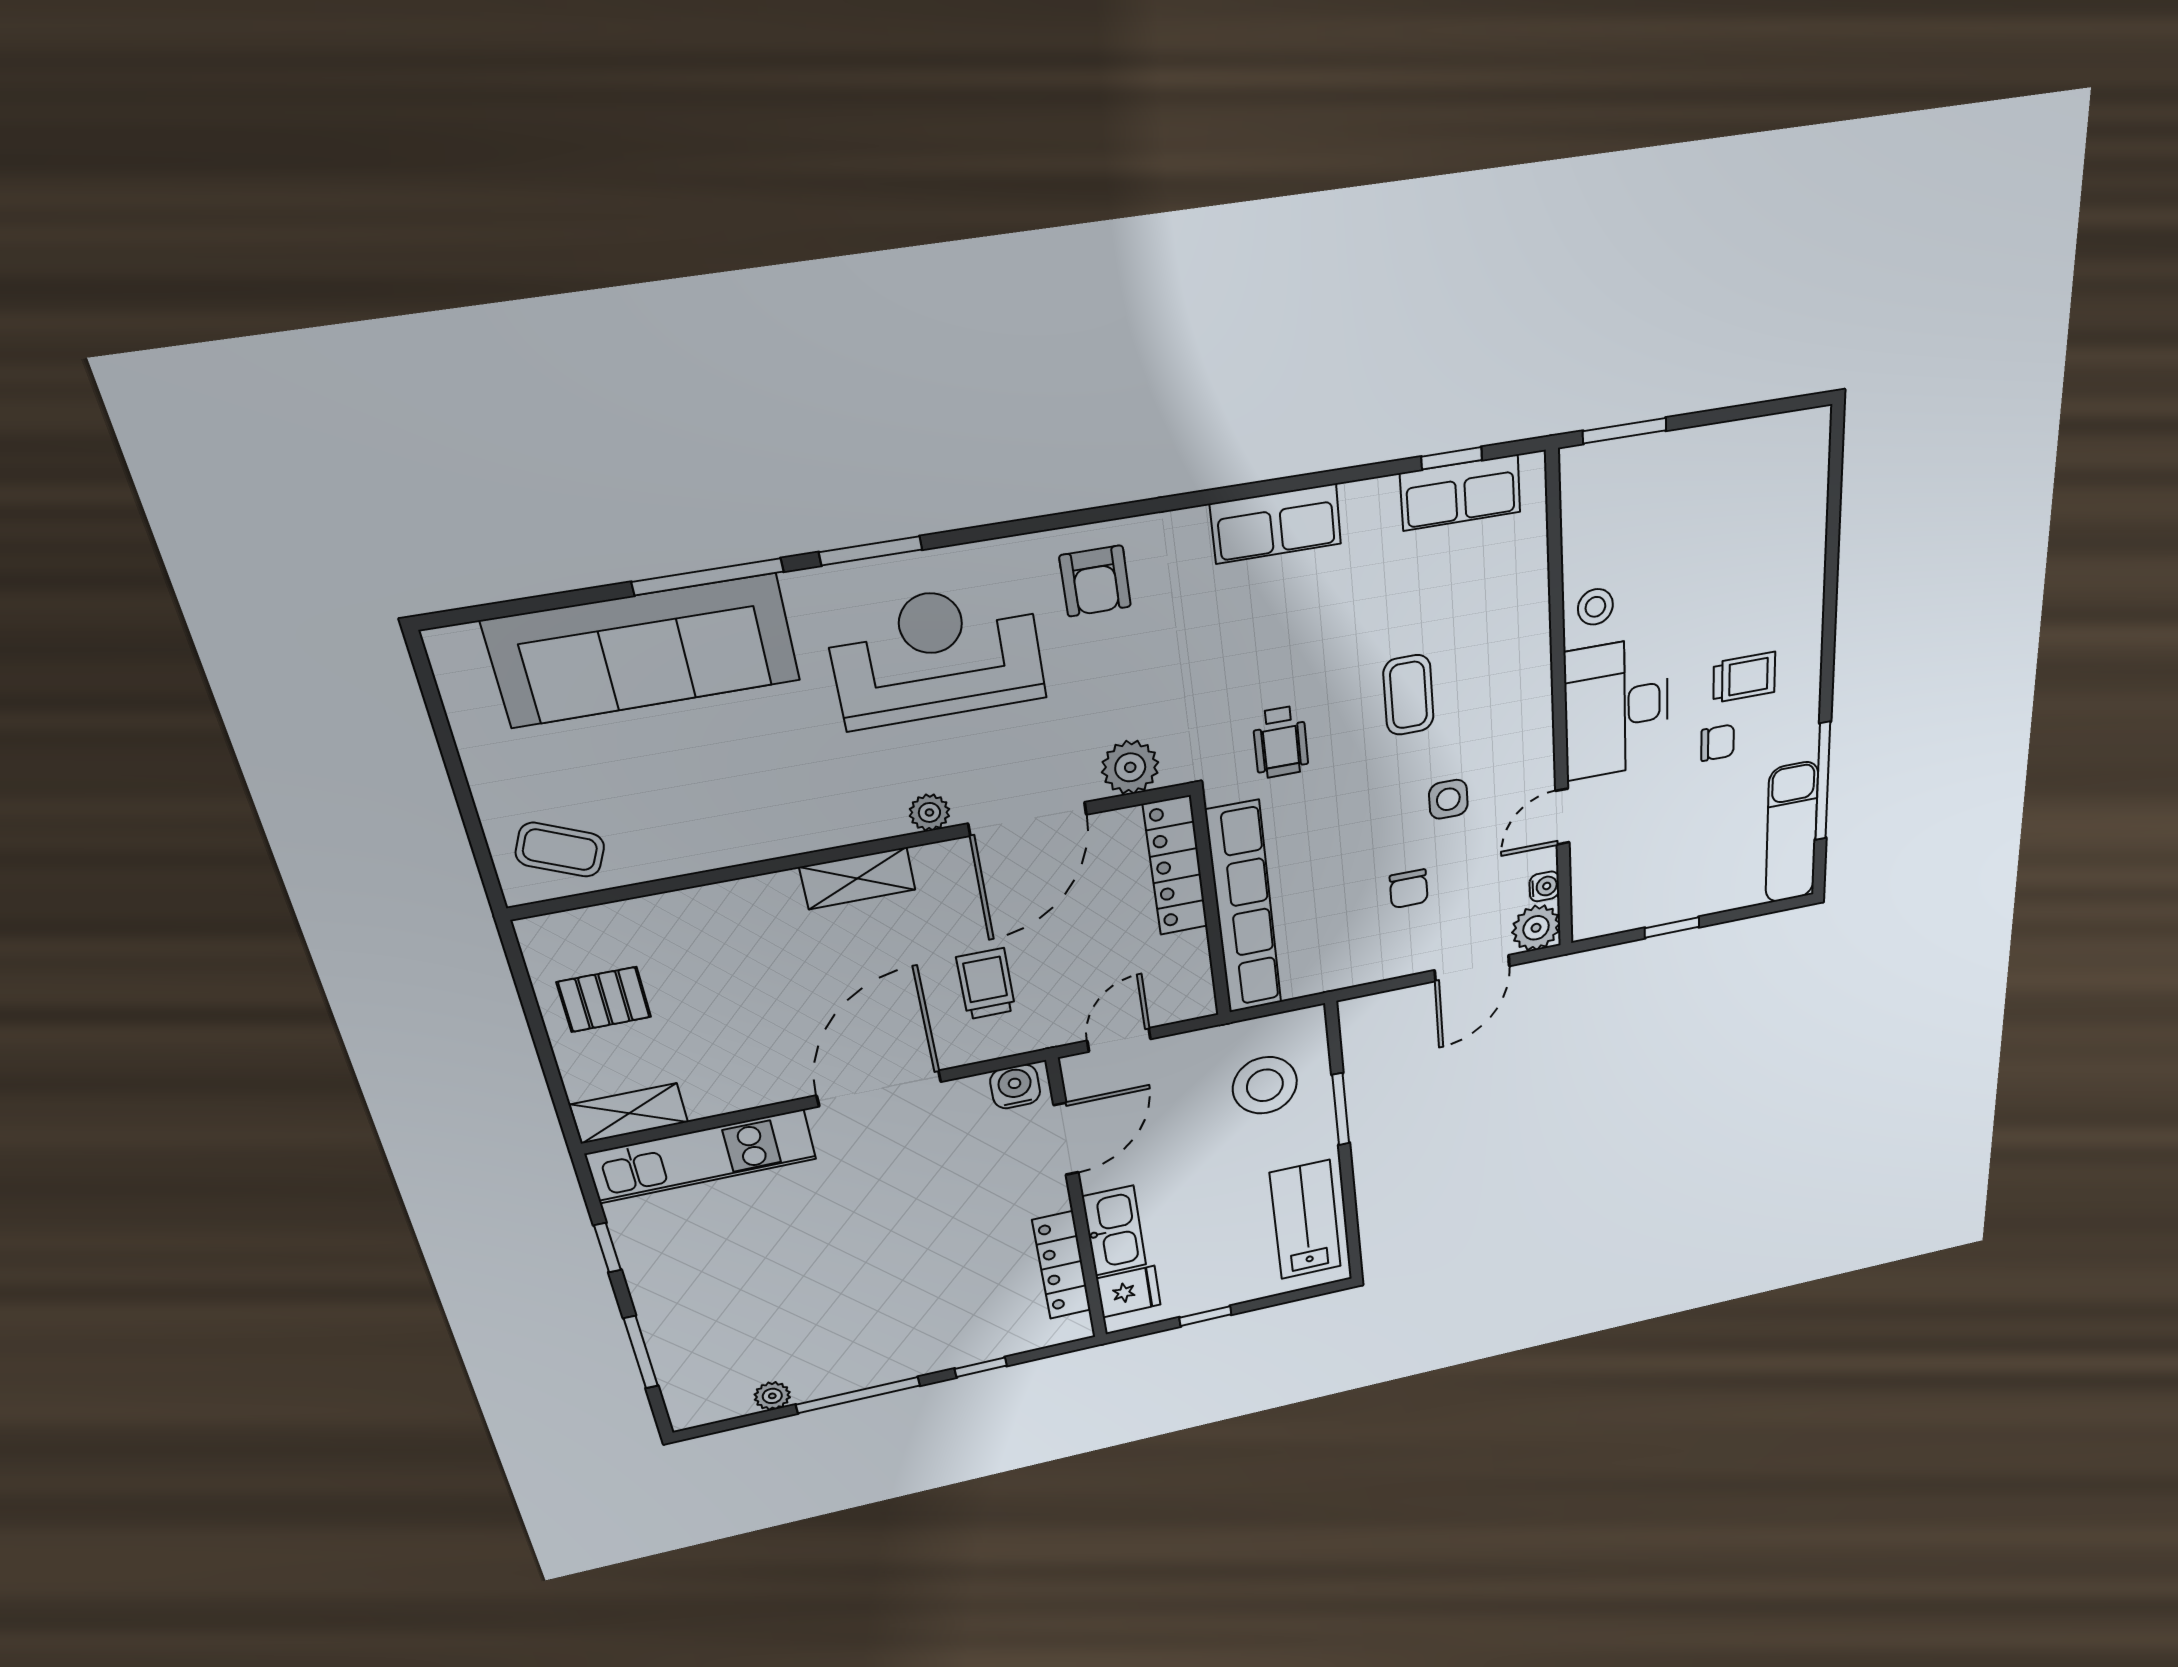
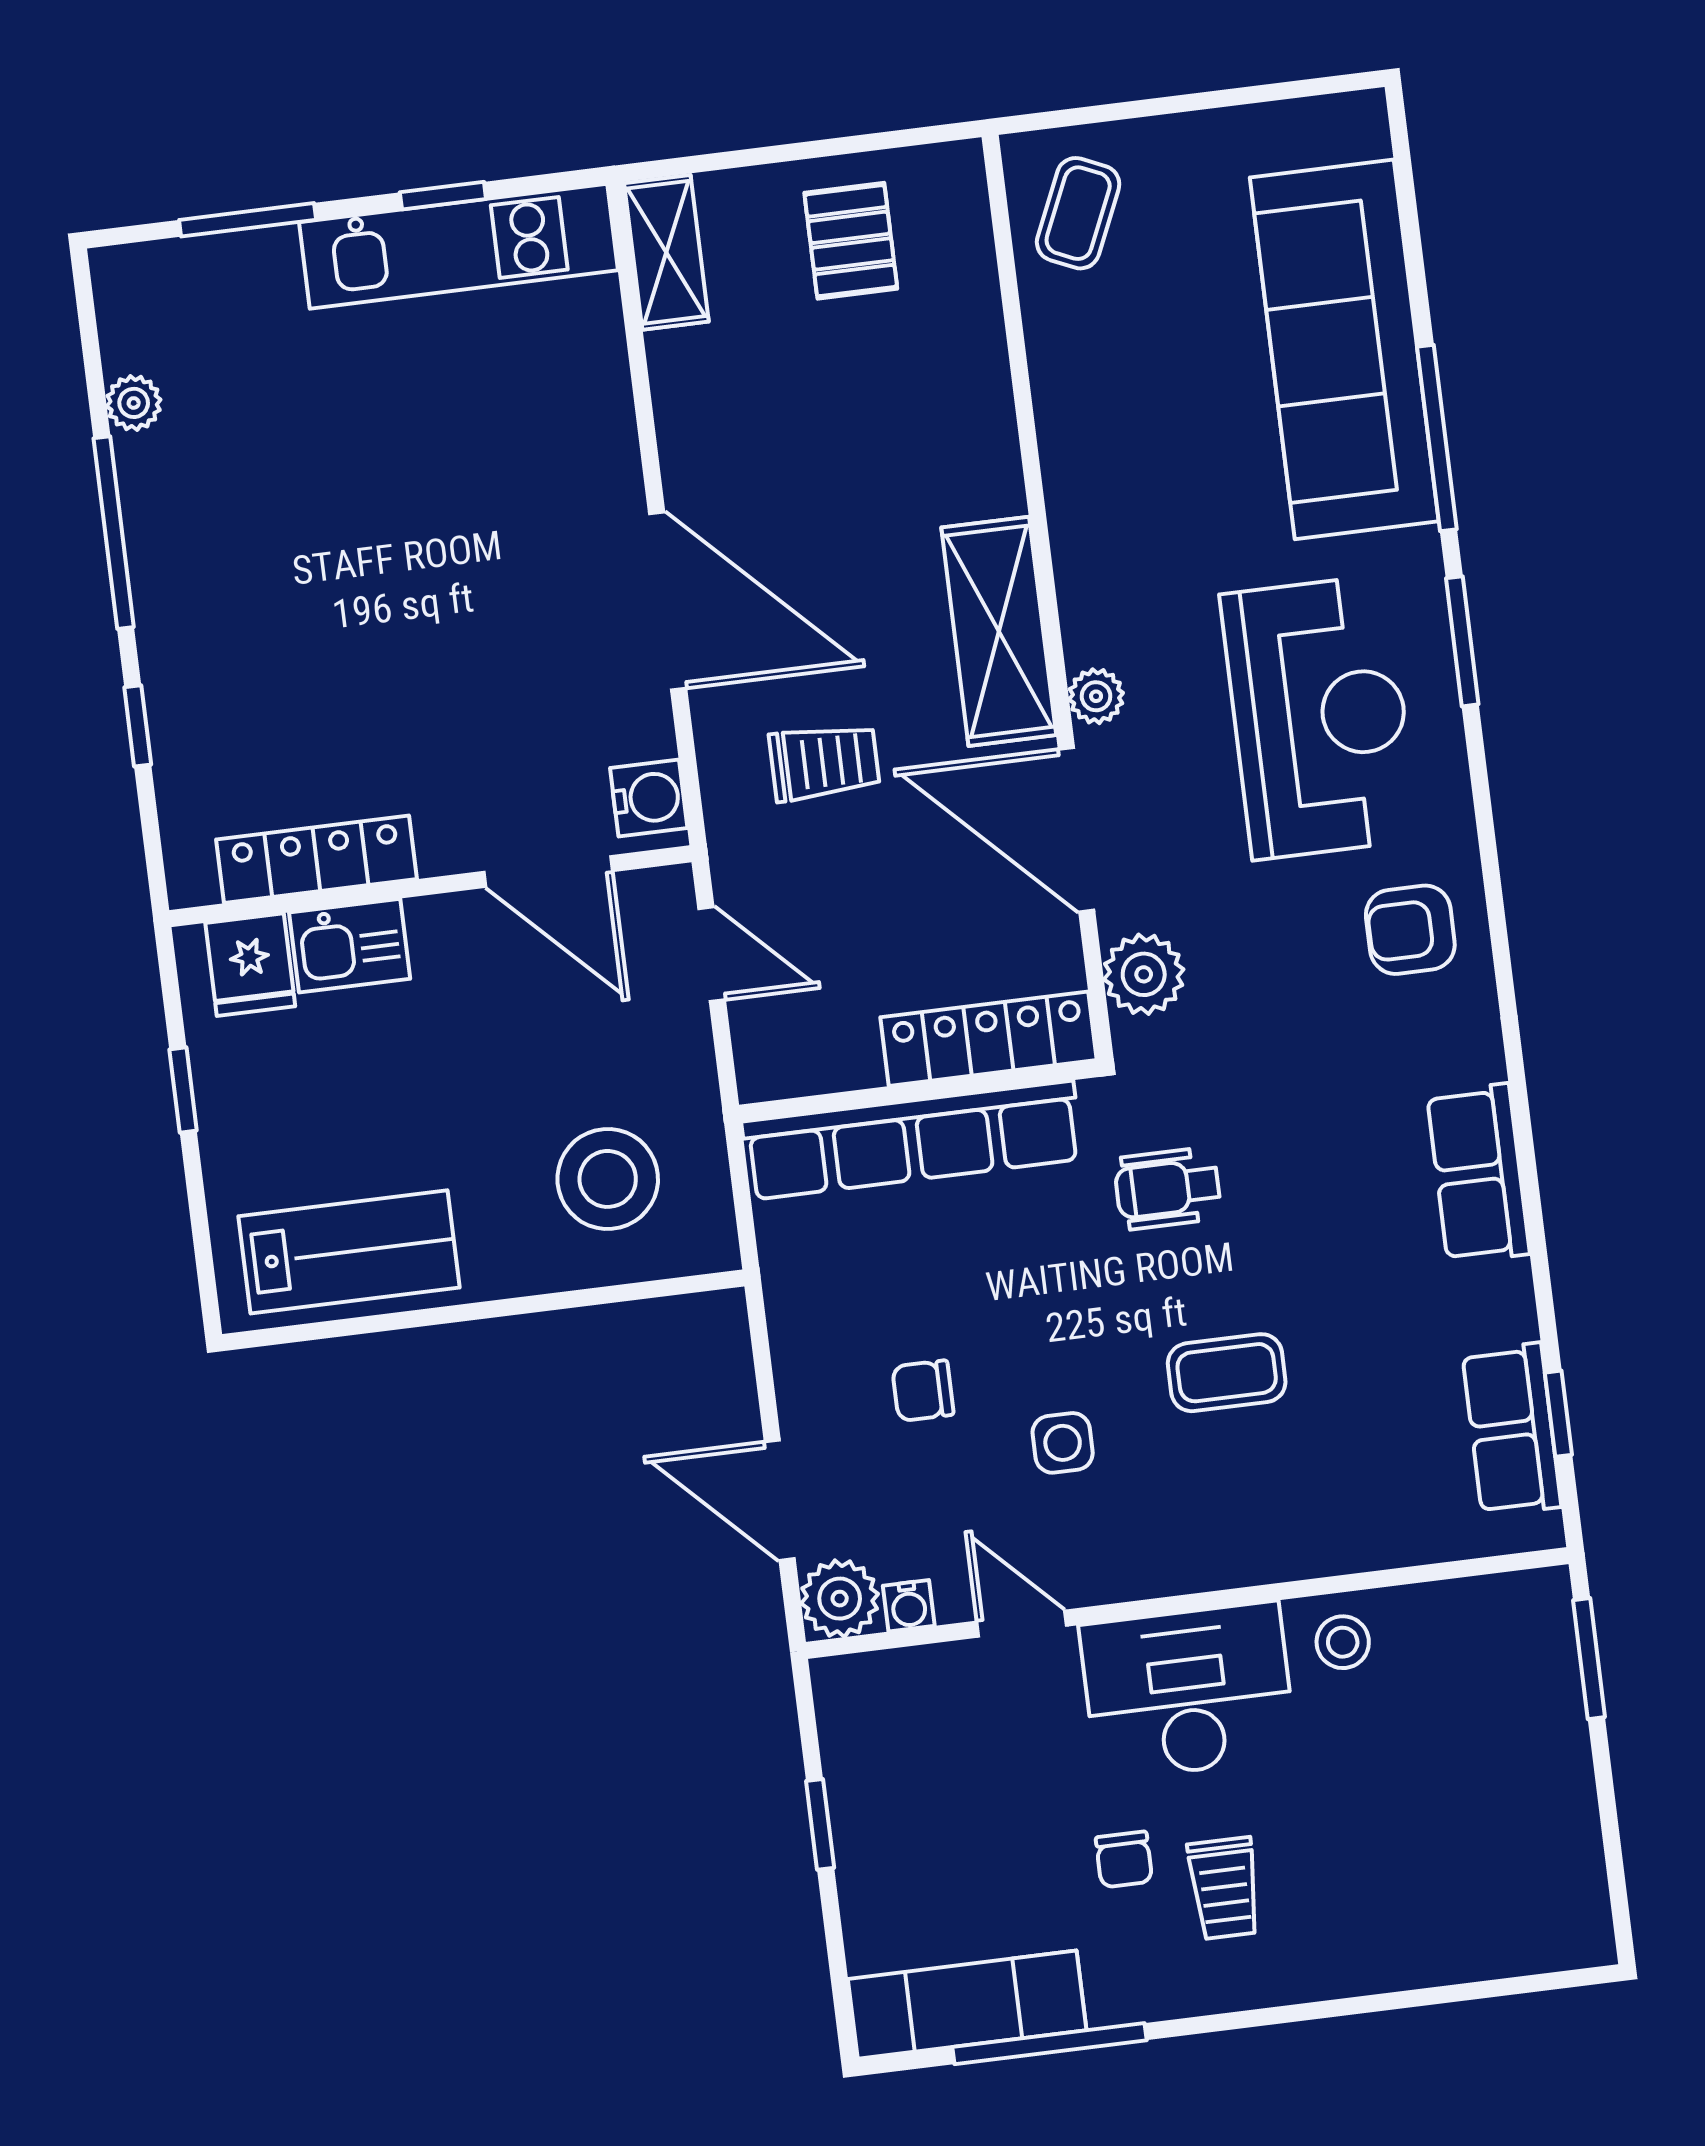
shelving: (858, 878) -> (999, 631), width x1.50, depth x1.33
window: (1341, 1109) -> (551, 1302), removed
kitchen unit: (702, 1156) -> (458, 246), moved, turned -90
kitchen sink: (1114, 1231) -> (350, 946), width x0.73

